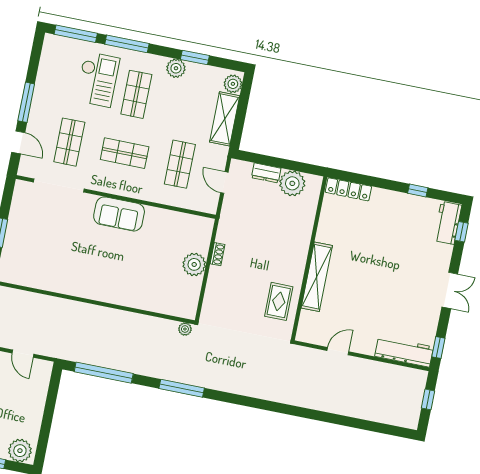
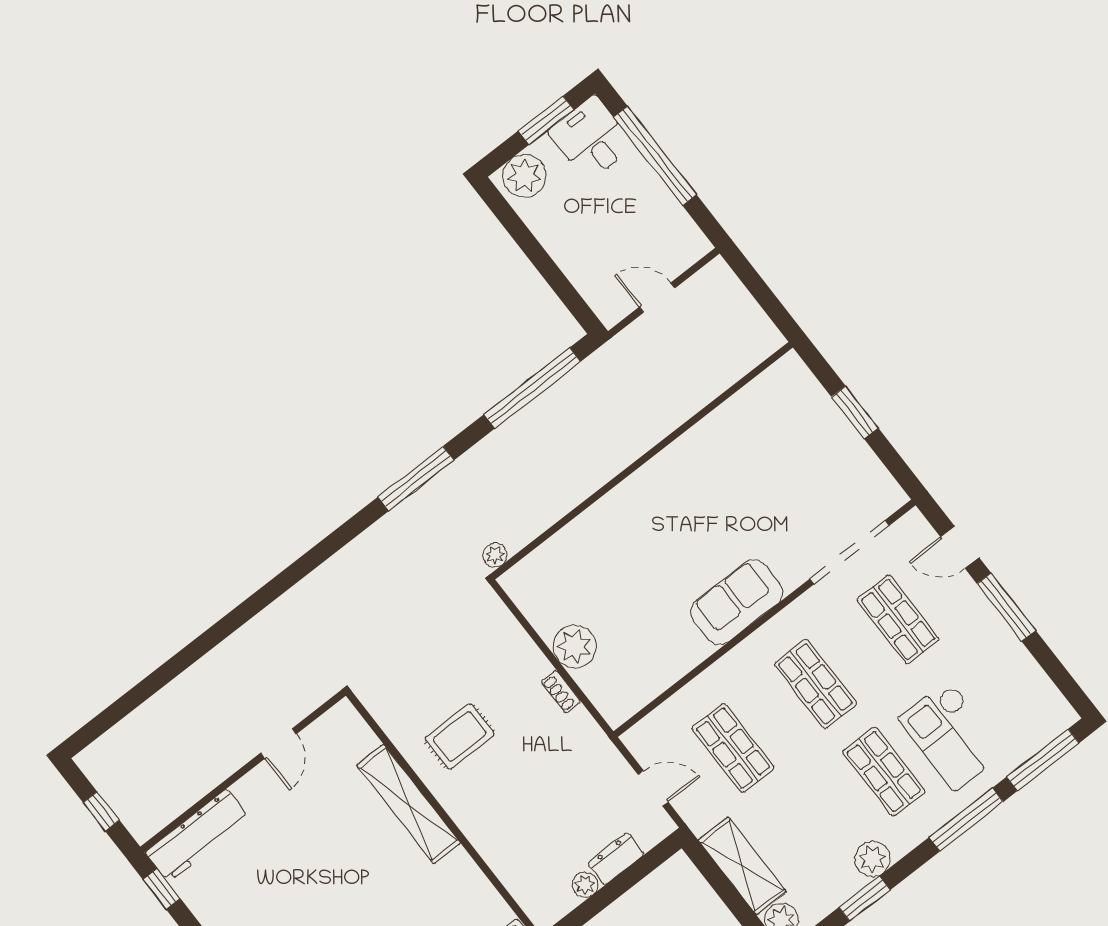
shop shelf: (125, 153) -> (815, 684), turned 90
plant: (292, 183) -> (585, 885), width x0.53, depth x0.53
rug: (279, 301) -> (460, 736), moved, turned 90

